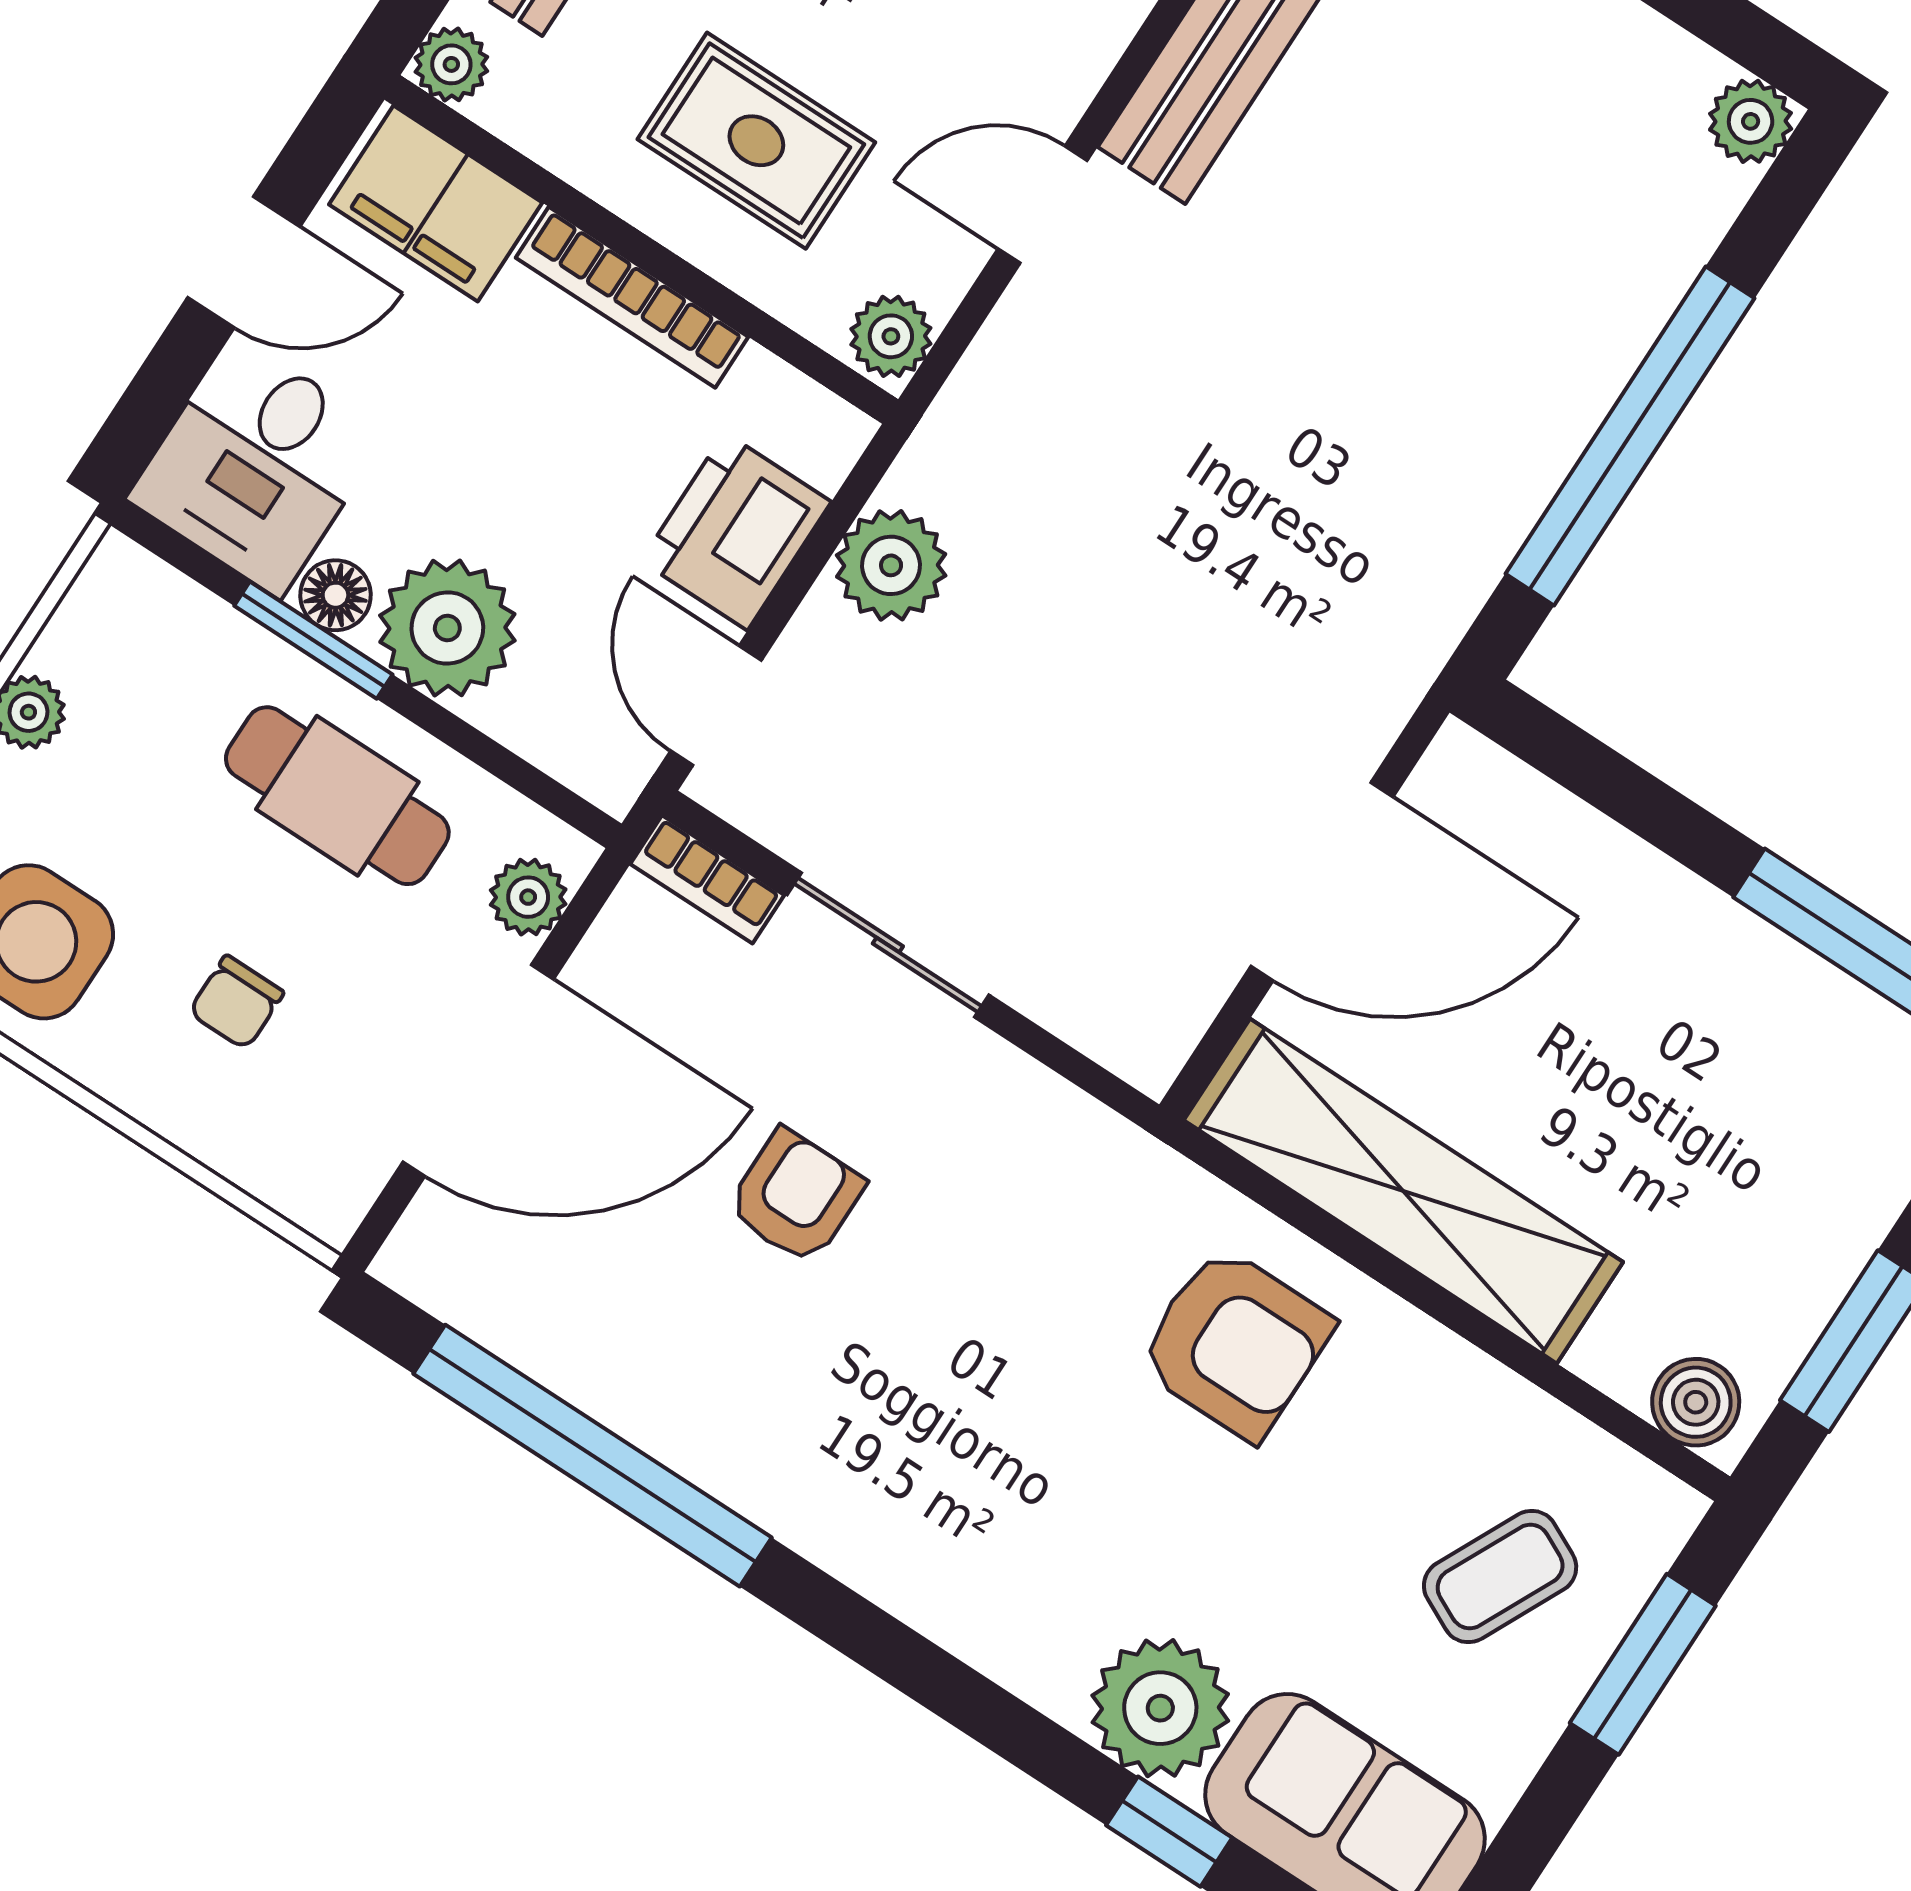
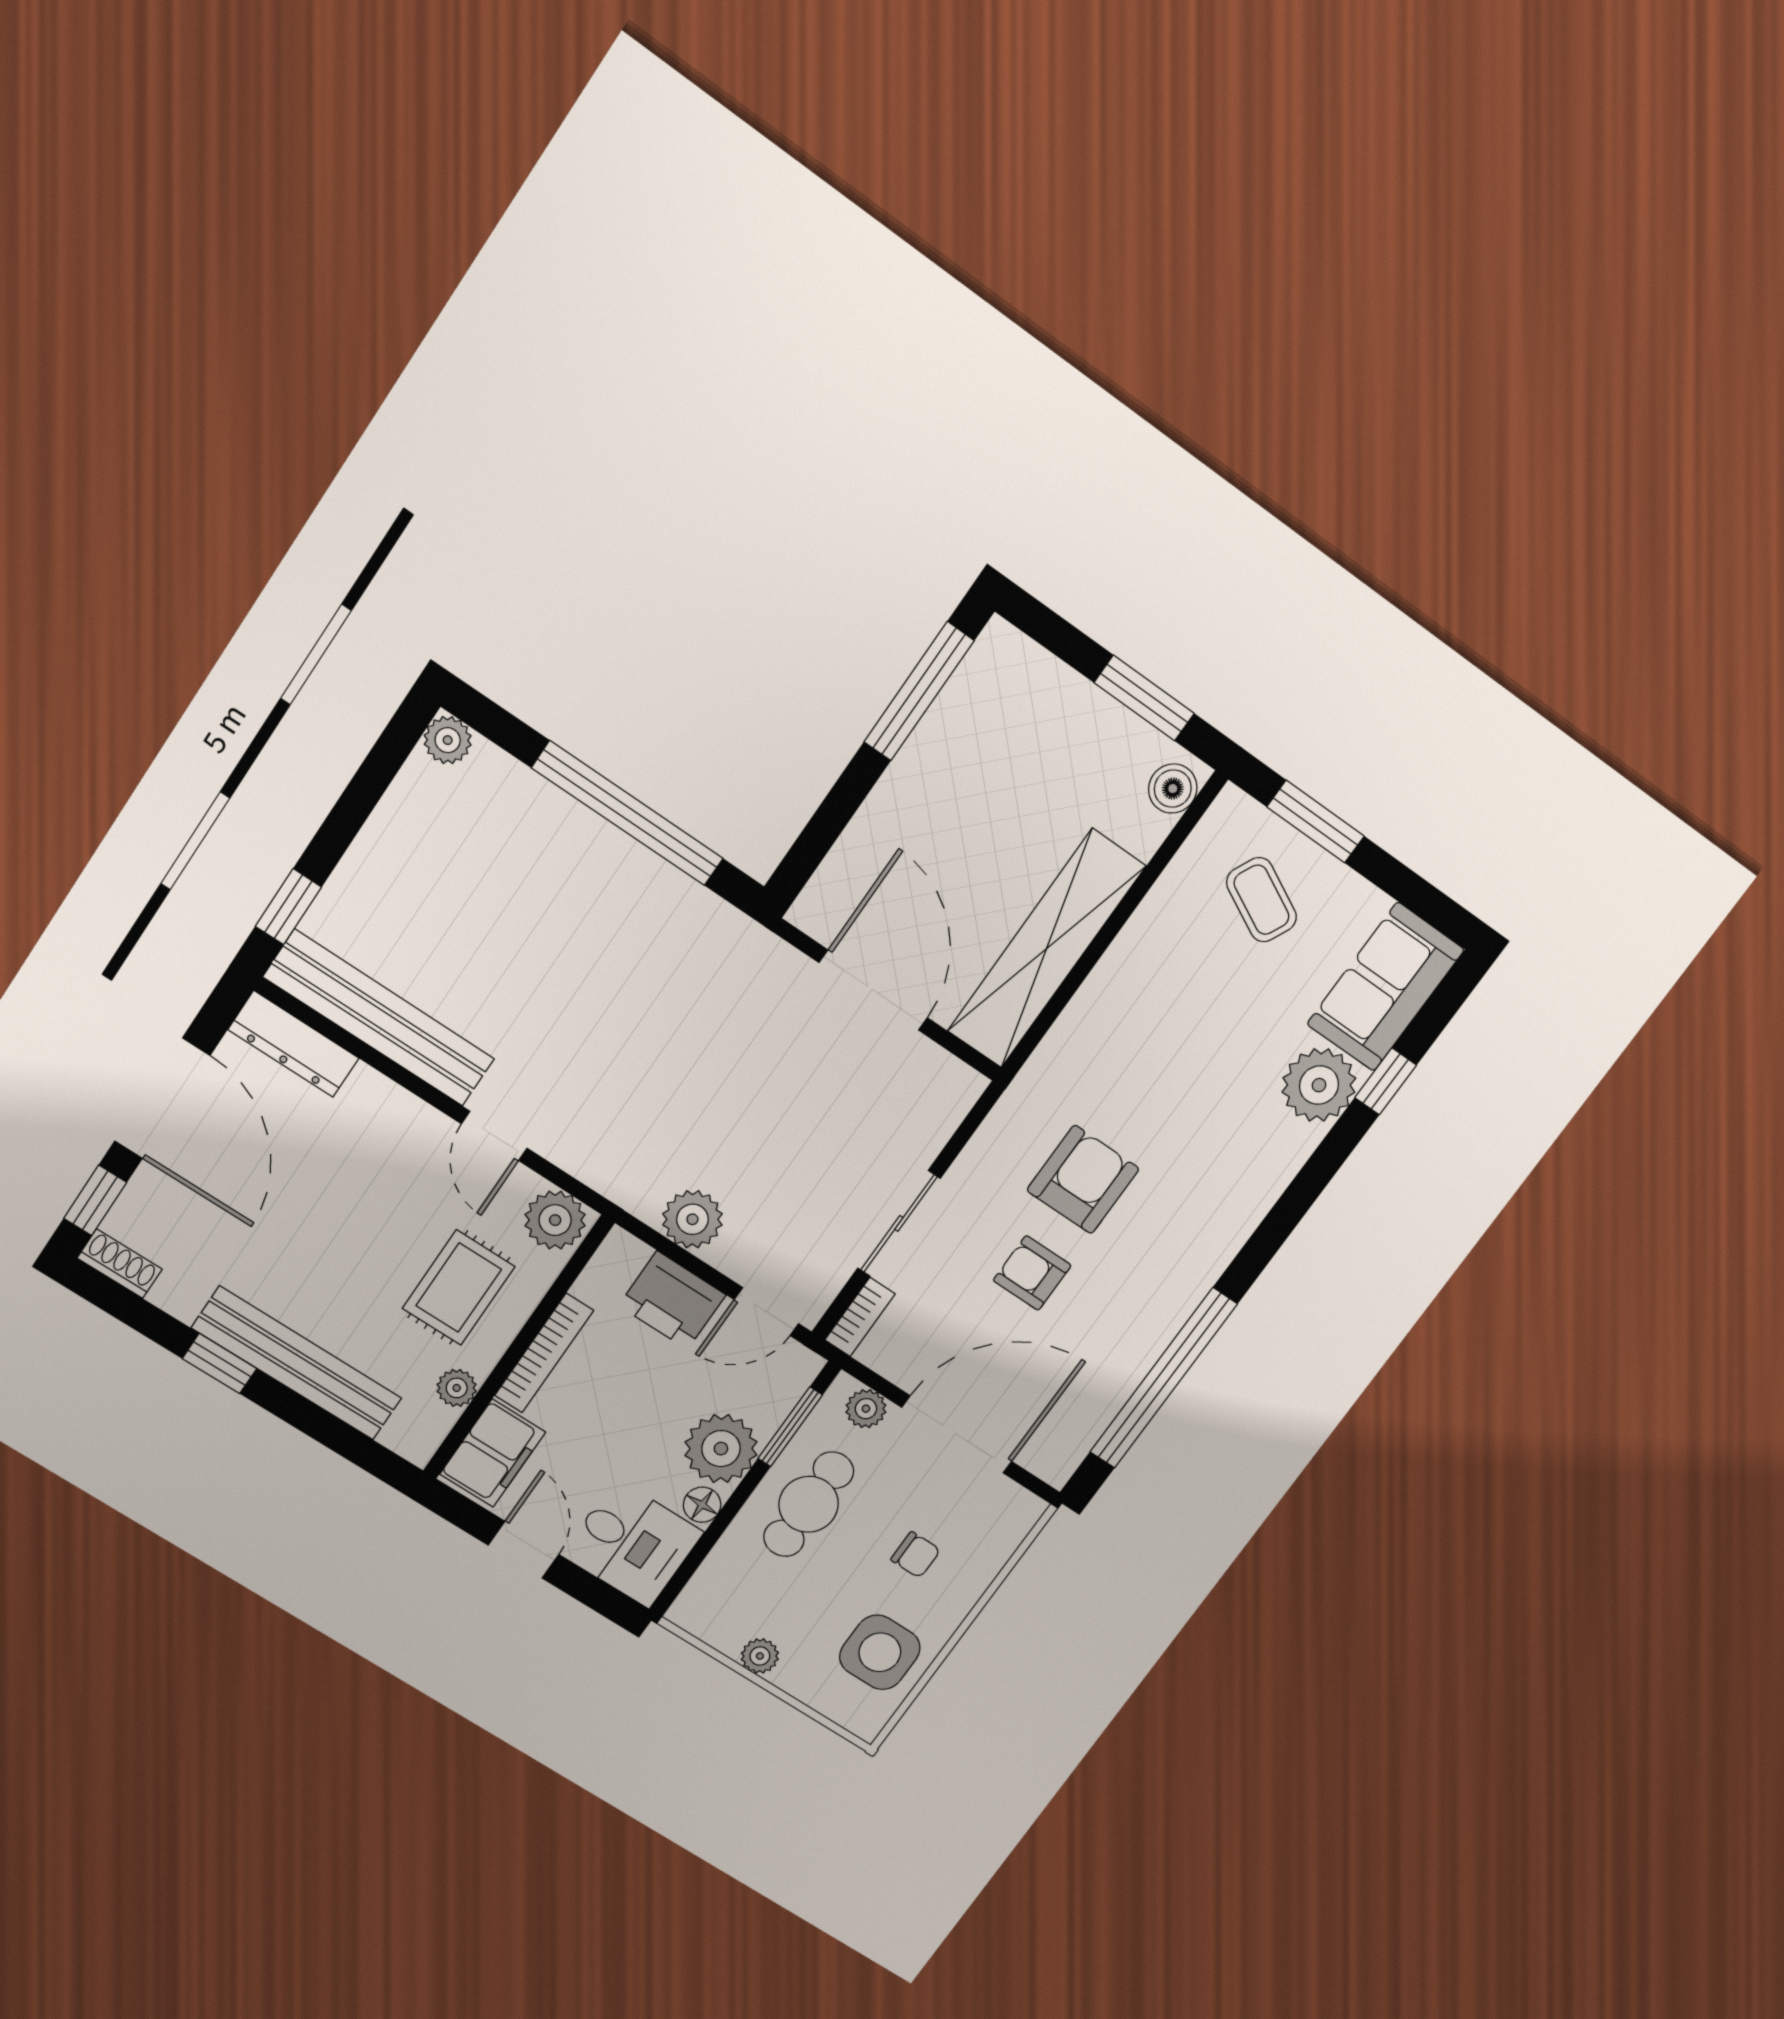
plant: (451, 64) -> (457, 1388), moved
plant: (891, 336) -> (555, 1220), width x1.38, depth x1.38
window: (313, 640) -> (790, 1427), moved
door: (478, 1070) -> (957, 1434), hinge flipped
armchair: (1235, 1343) -> (1083, 1179), moved

